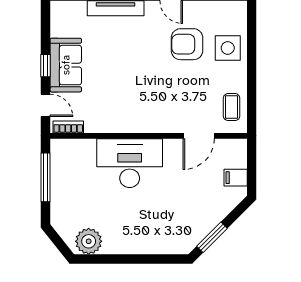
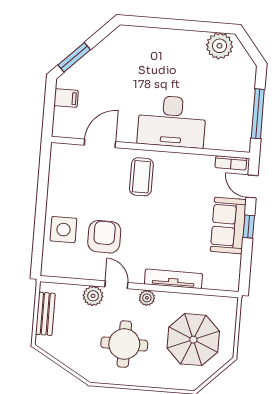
armchair: (187, 44) -> (104, 237), turned -90
coffee table: (232, 107) -> (141, 177), moved, width x1.36, depth x1.30
window: (212, 237) -> (74, 57), moved

